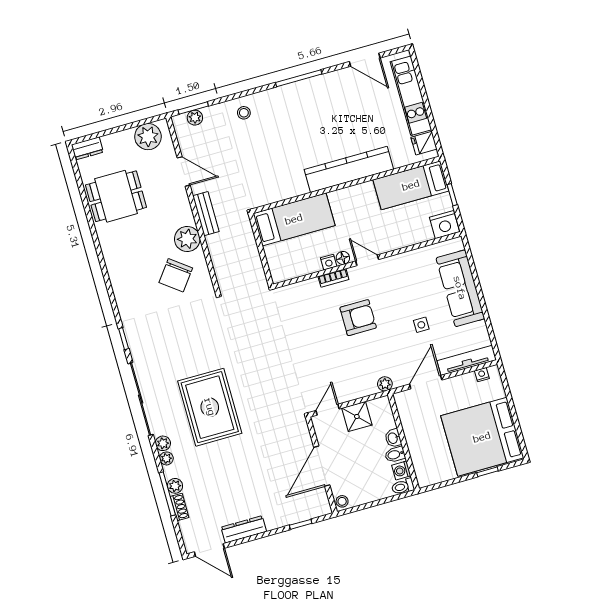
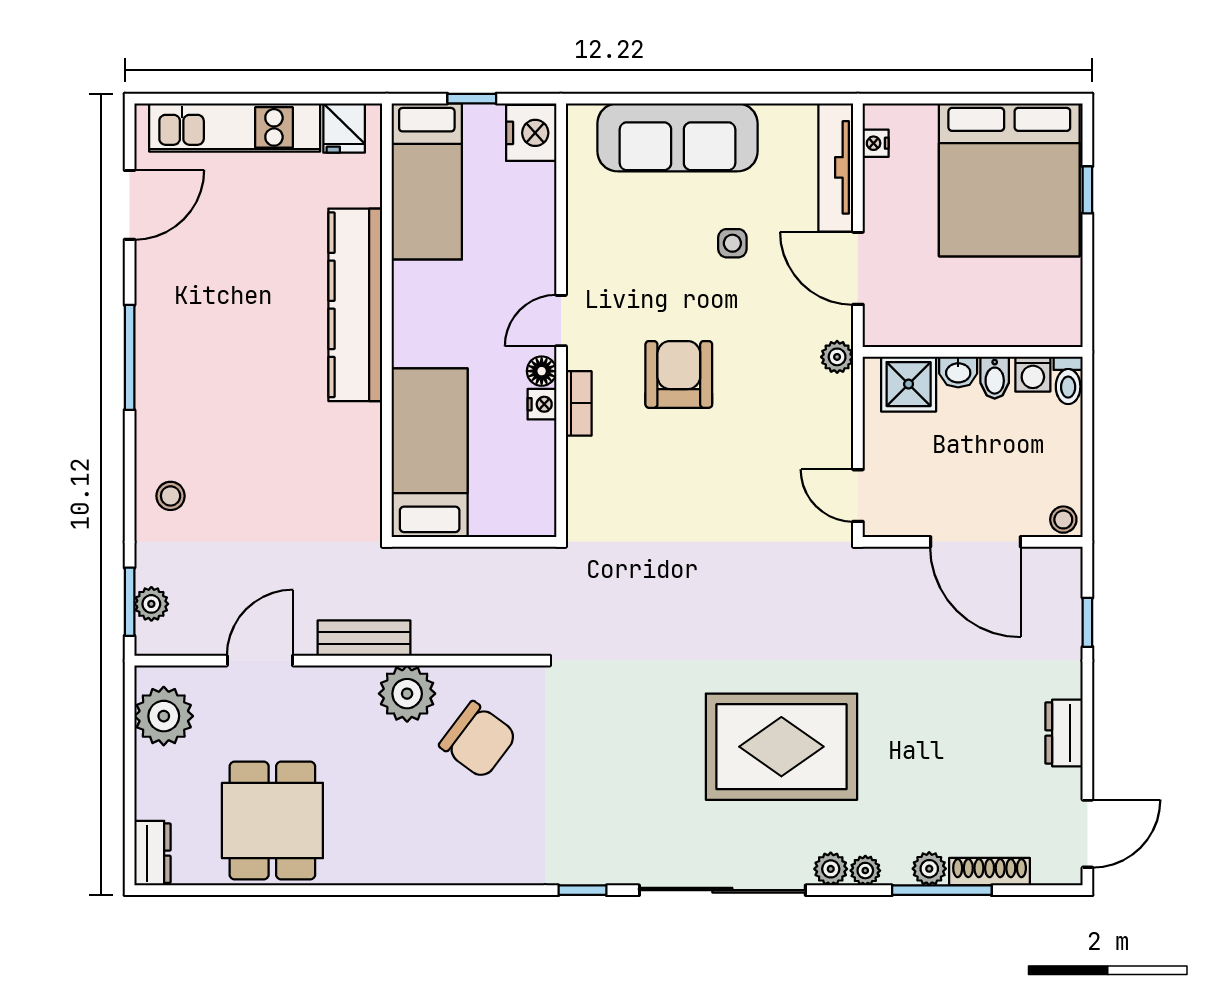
shower: (357, 416) -> (909, 384), moved
shoe rack: (180, 507) -> (990, 872), width x1.43
dresser: (244, 529) -> (1064, 733), width x0.70

